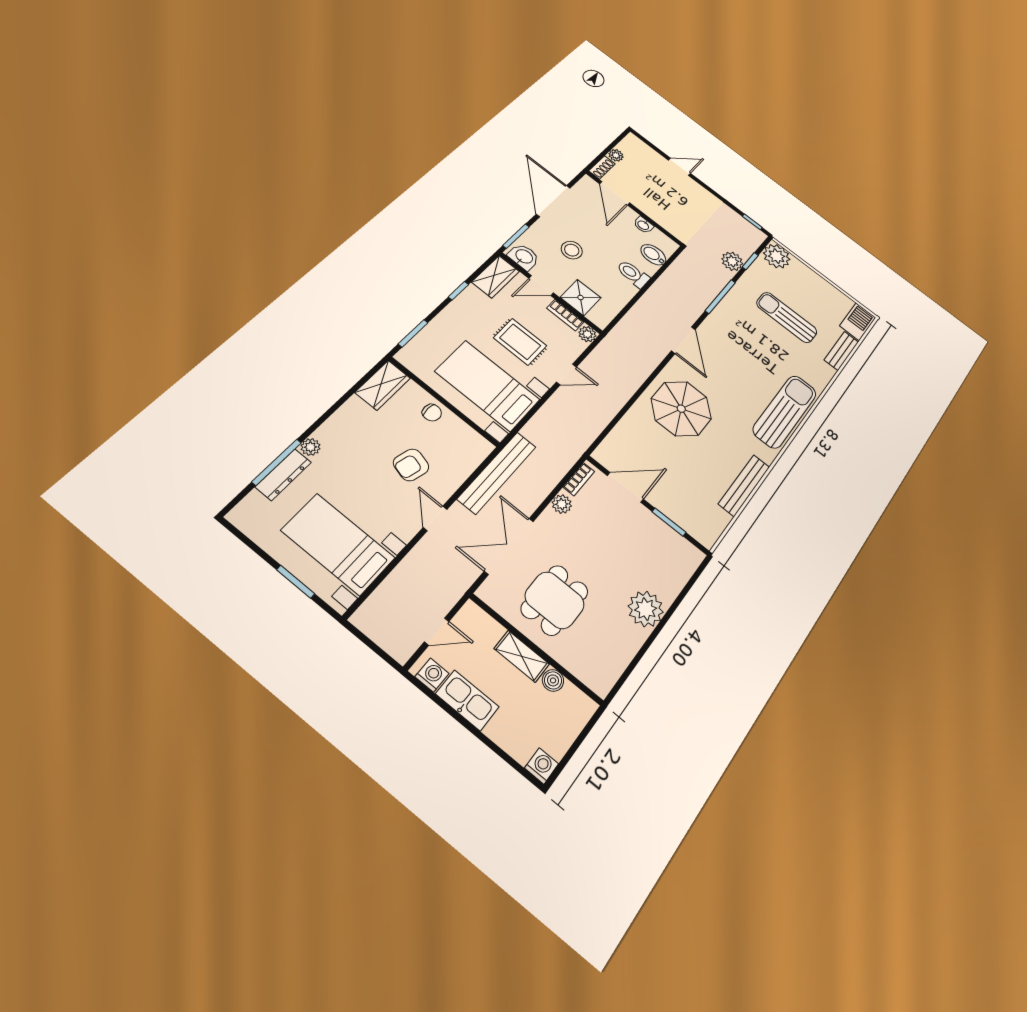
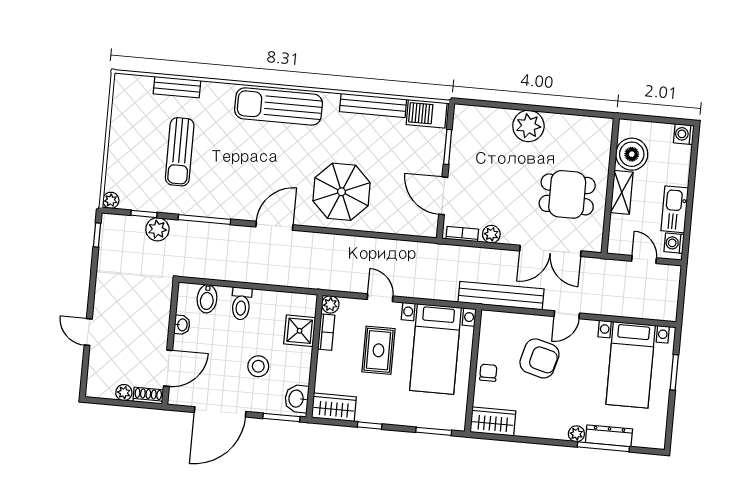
plant: (777, 256) -> (111, 200), width x0.53, depth x0.53
door: (541, 286) -> (313, 368), removed
barbecue: (858, 322) -> (427, 114), moved
armchair: (411, 465) -> (539, 358), width x1.38, depth x1.38
boiler: (553, 680) -> (632, 154), width x1.86, depth x1.86

